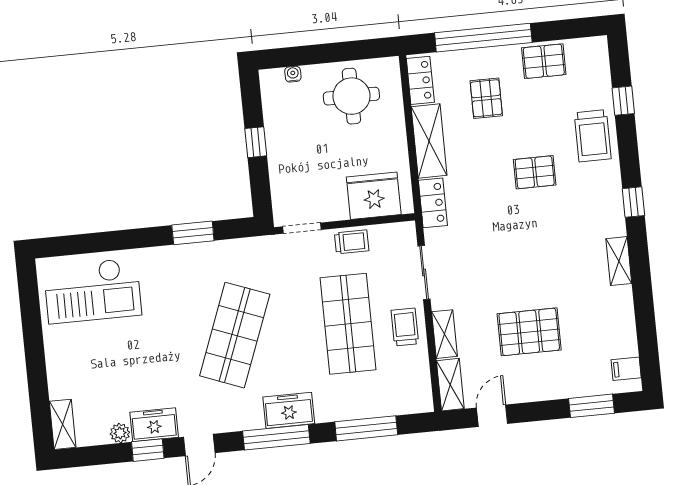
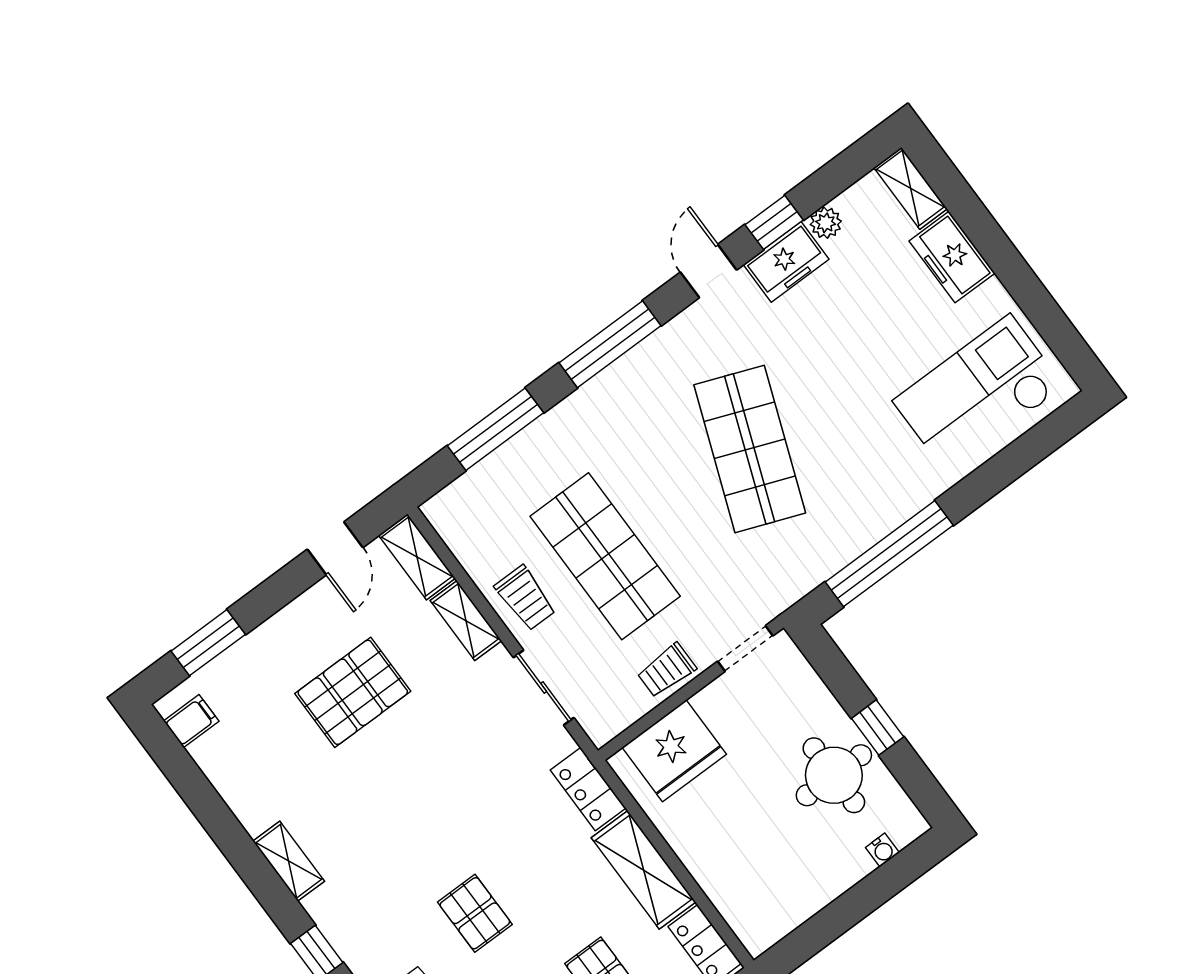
round table: (351, 96) -> (834, 775), moved
pallet: (535, 172) -> (475, 913), turned 90
window: (193, 233) -> (889, 554), width x2.11
freezer: (289, 410) -> (952, 257), moved, turned 90

